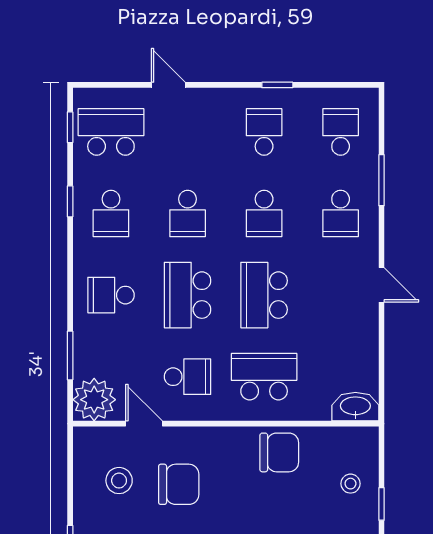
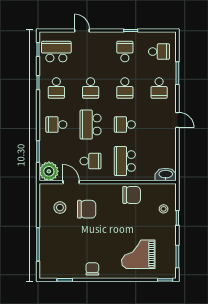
school desk: (341, 132) -> (159, 52), turned 90
school desk: (264, 295) -> (125, 125), width x0.54
school desk: (264, 377) -> (125, 161), turned -90

